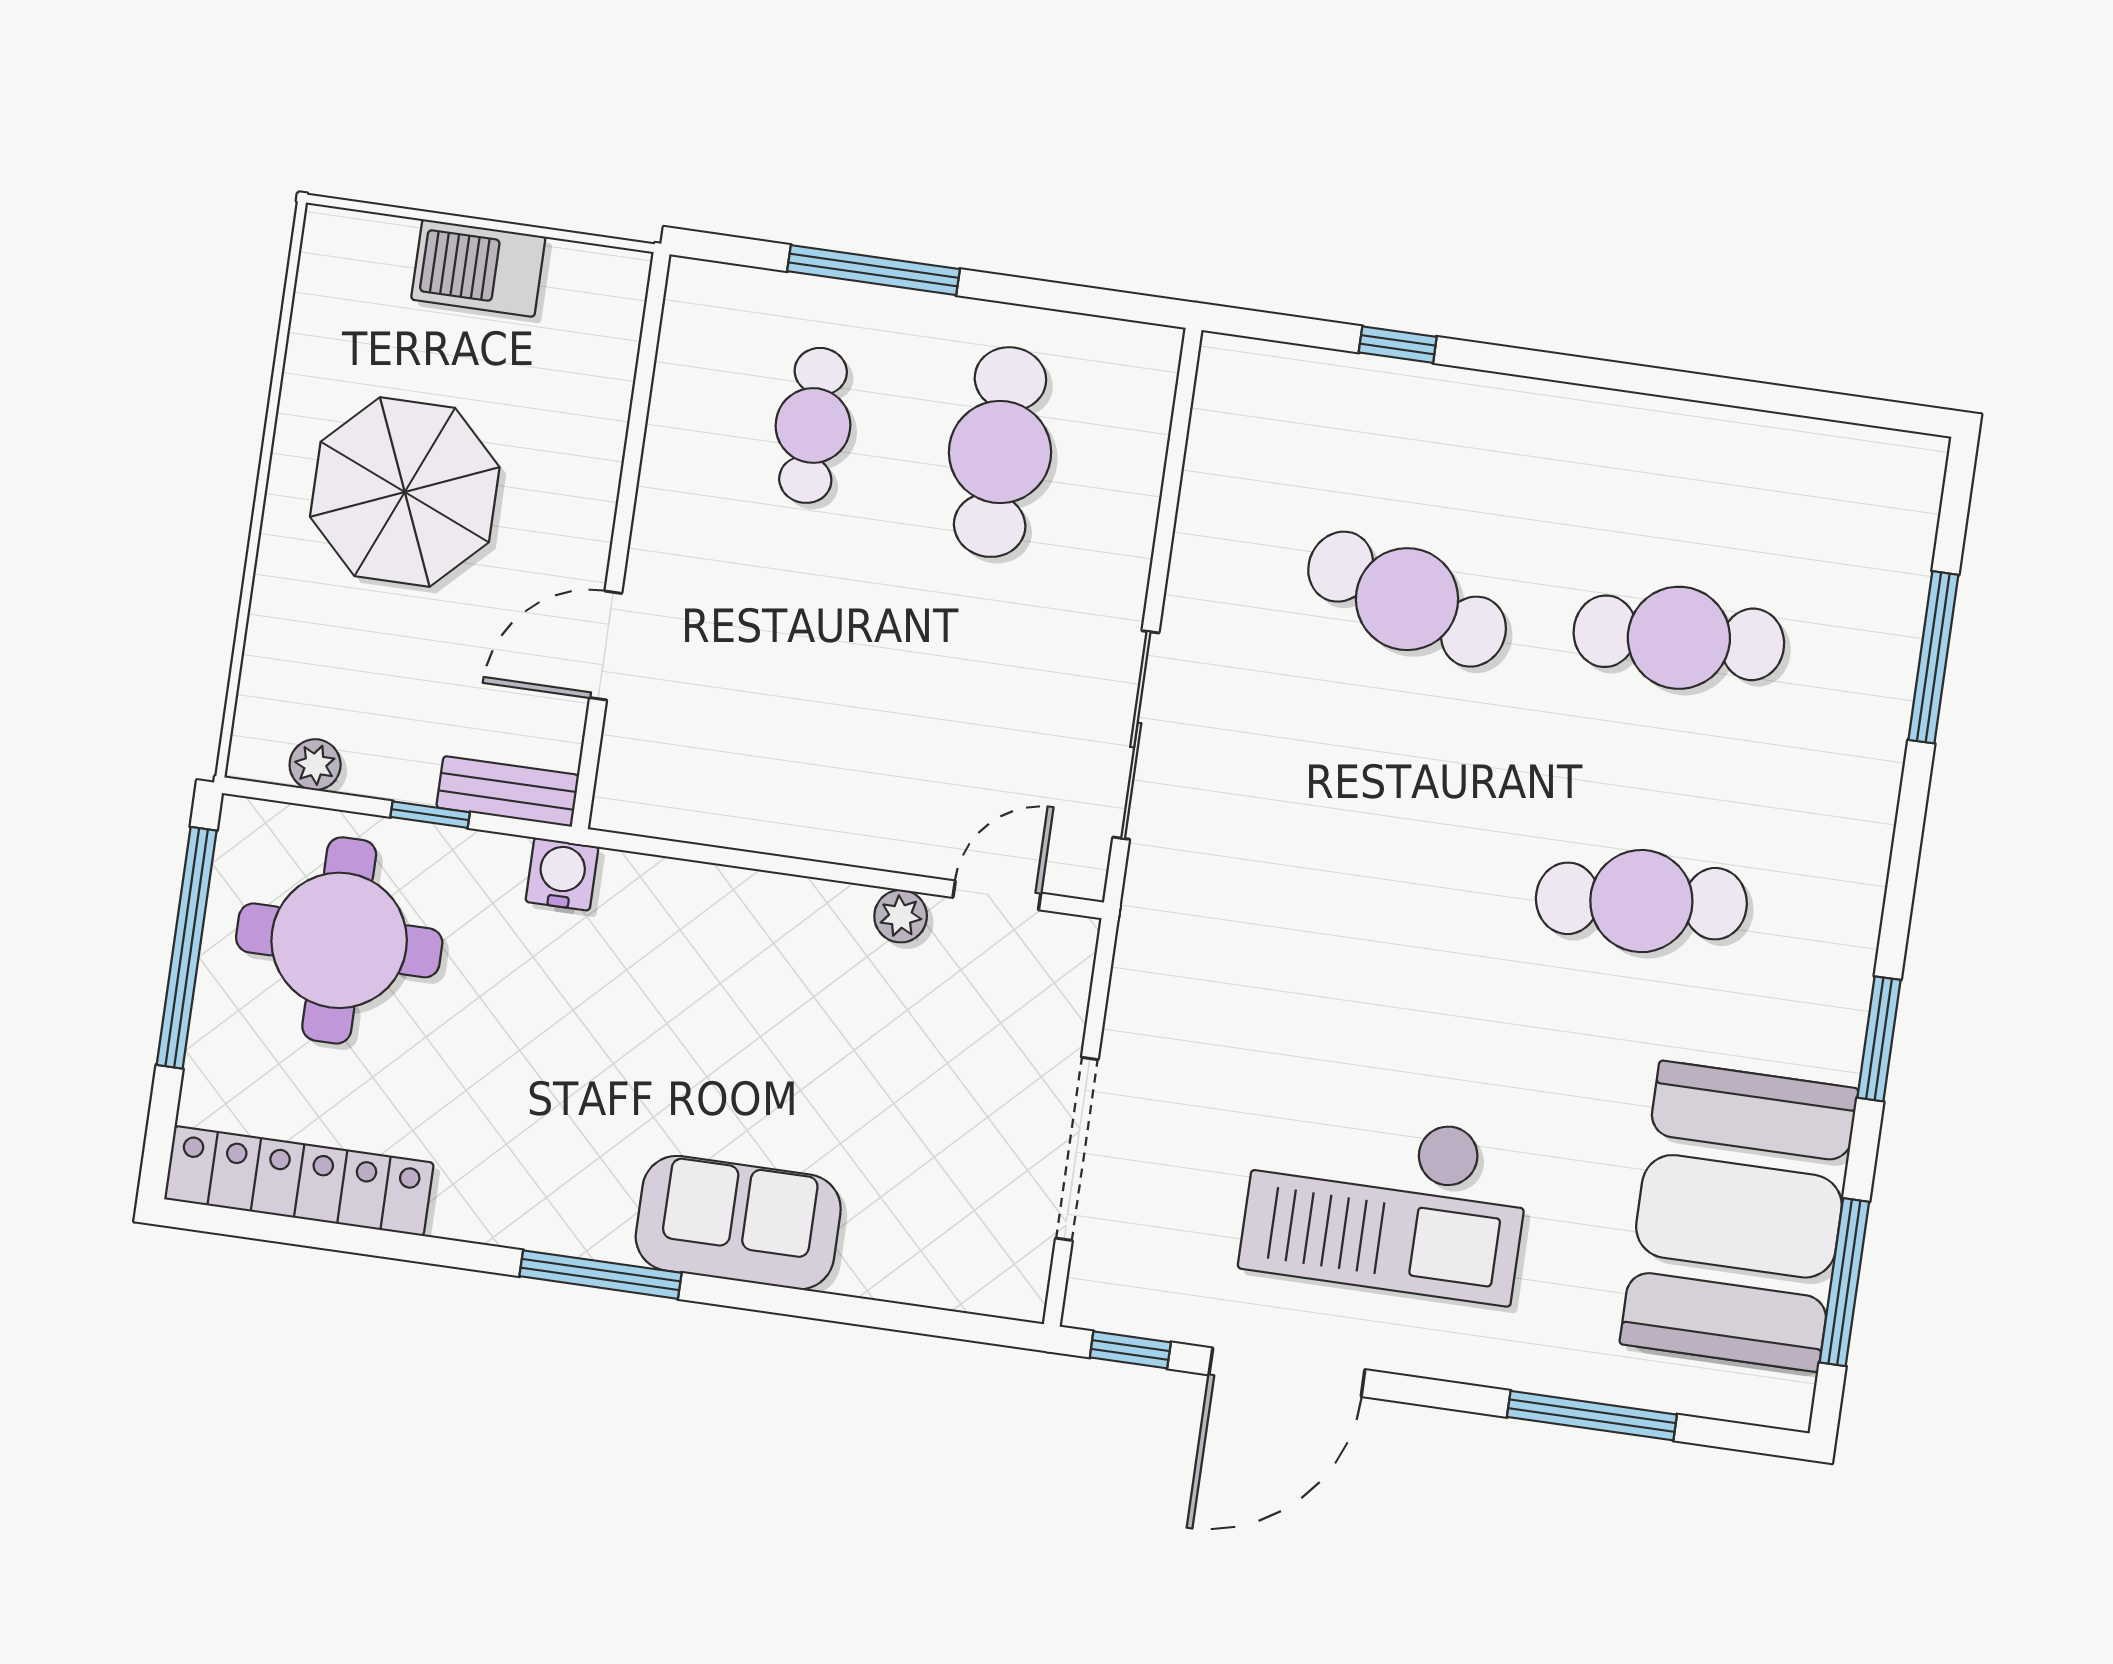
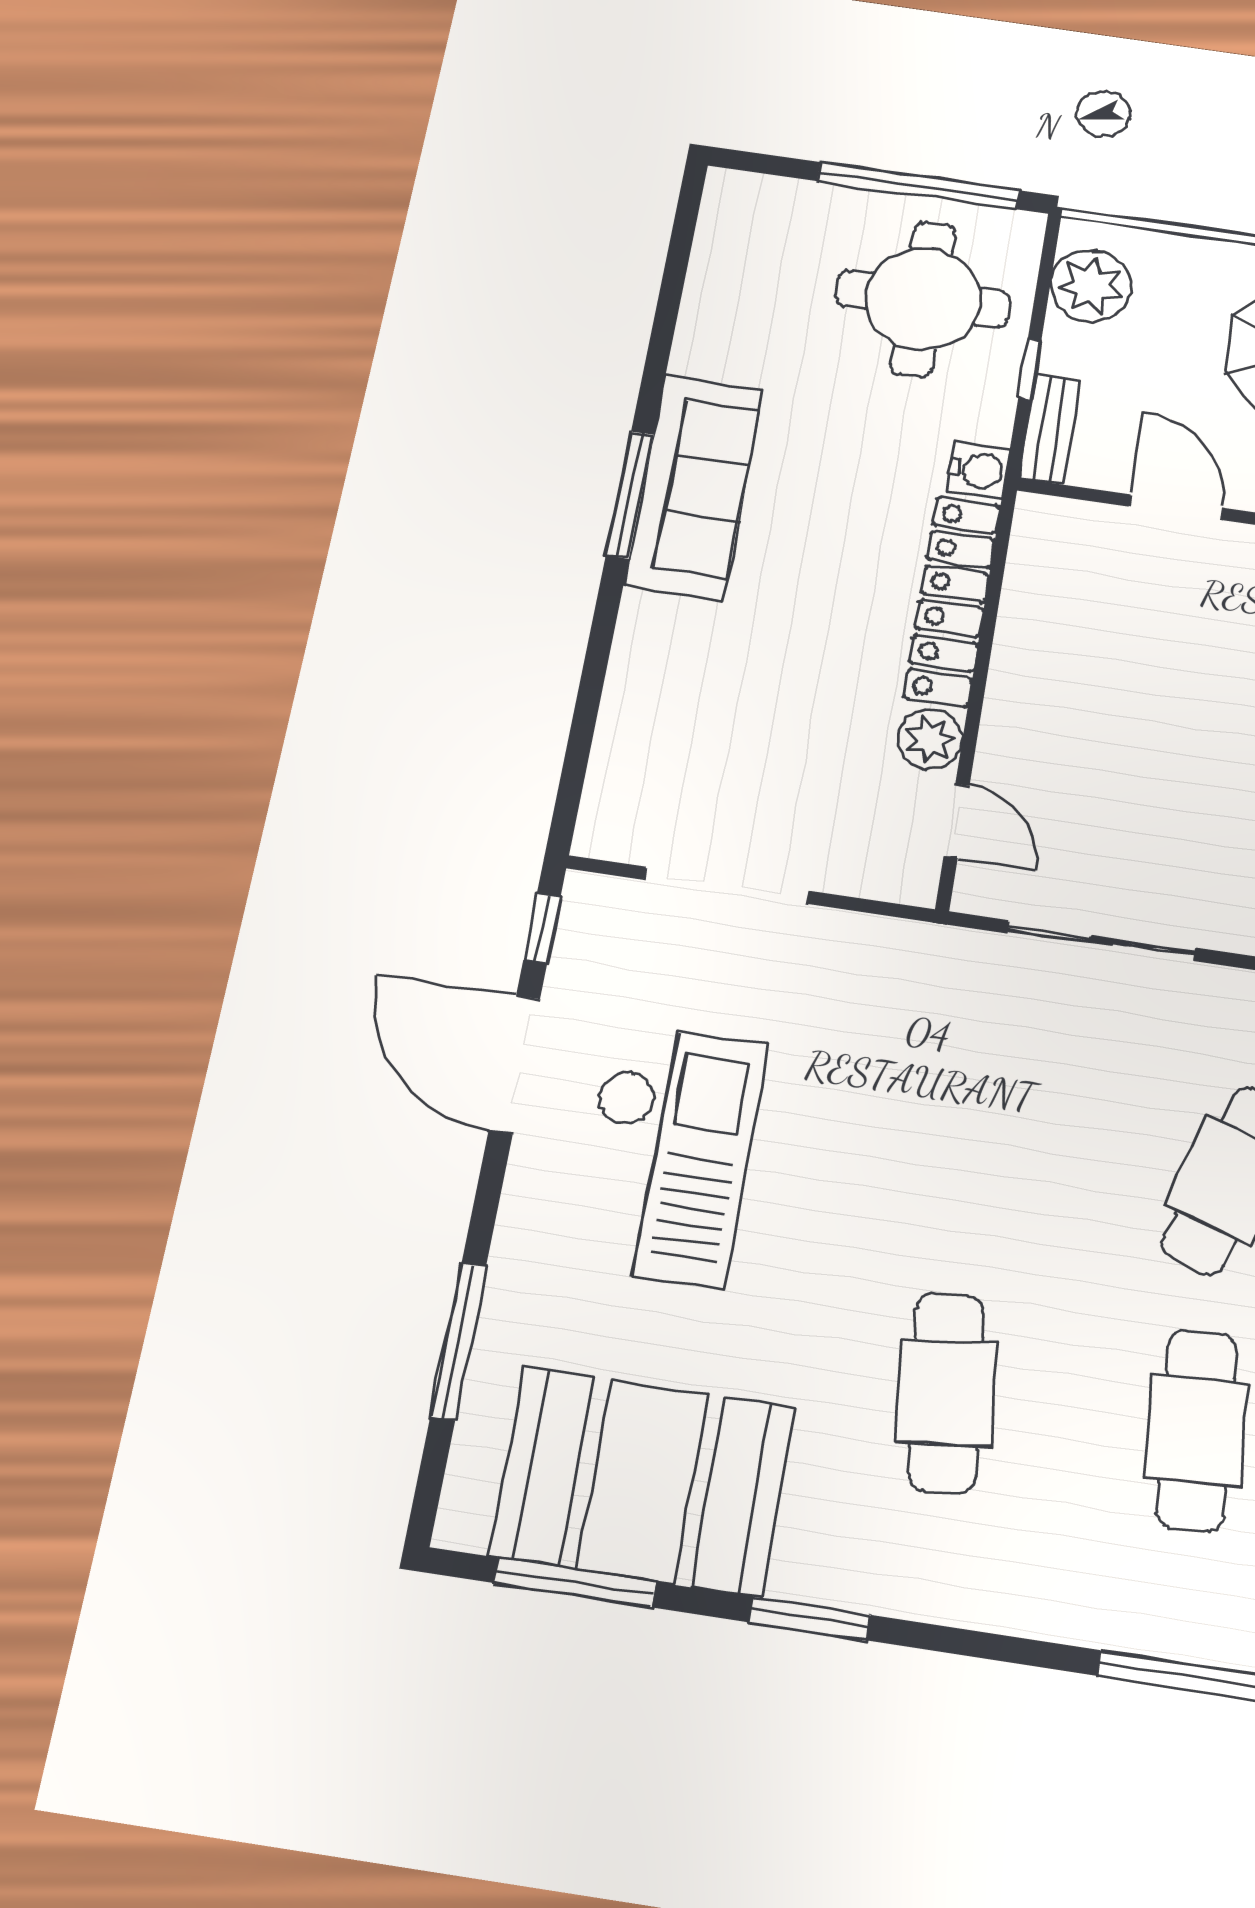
plant: (315, 765) -> (1091, 286), width x1.87, depth x1.87
plant: (901, 916) -> (930, 739), width x1.38, depth x1.38
locker: (299, 1181) -> (952, 601), moved, turned 180
checkout: (1386, 1203) -> (668, 1154), turned 180
sofa: (738, 1223) -> (694, 487), moved, width x1.36

